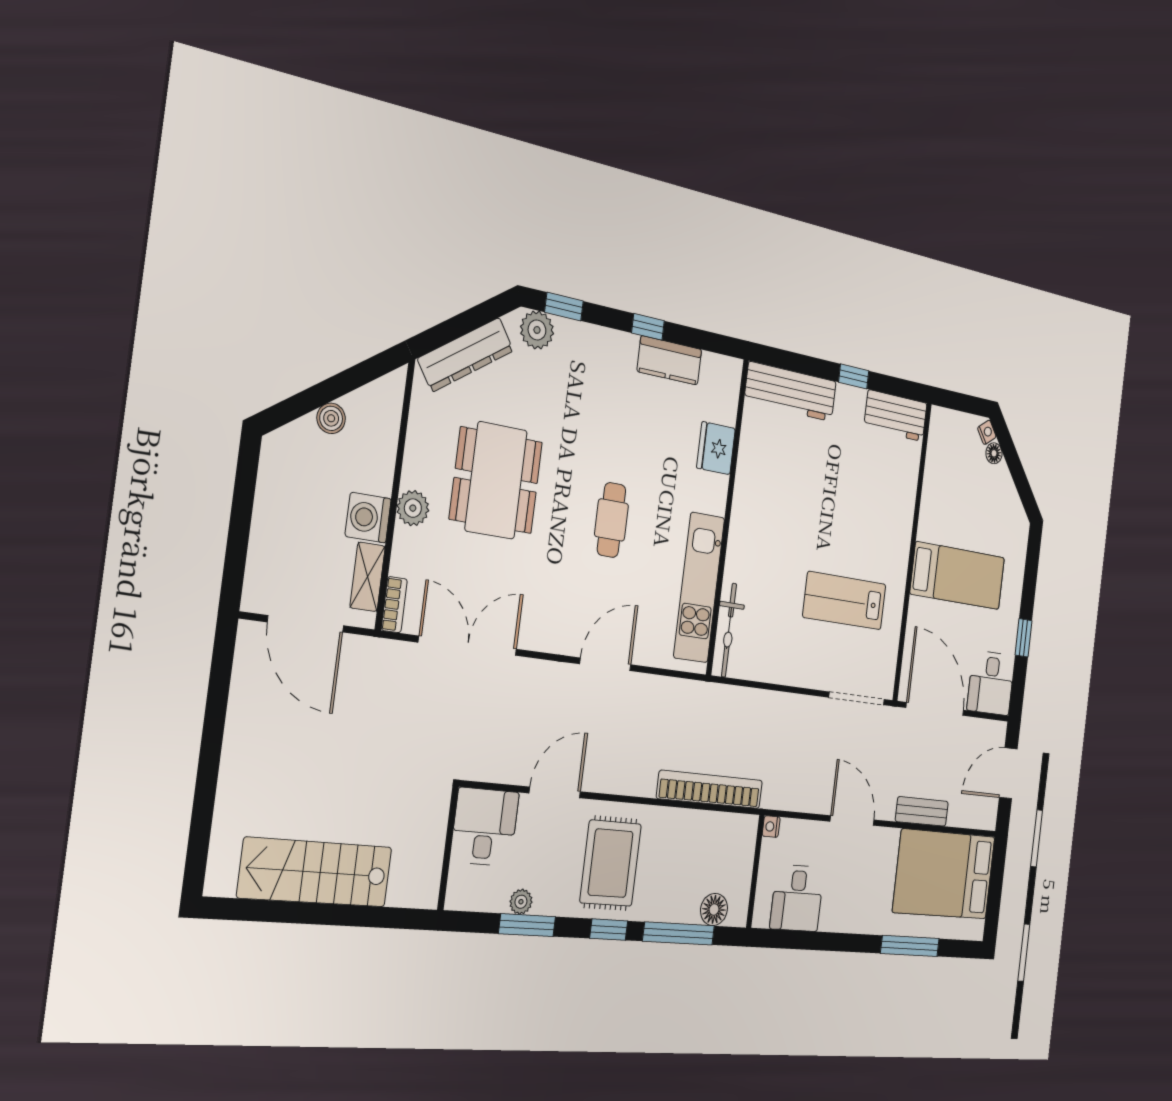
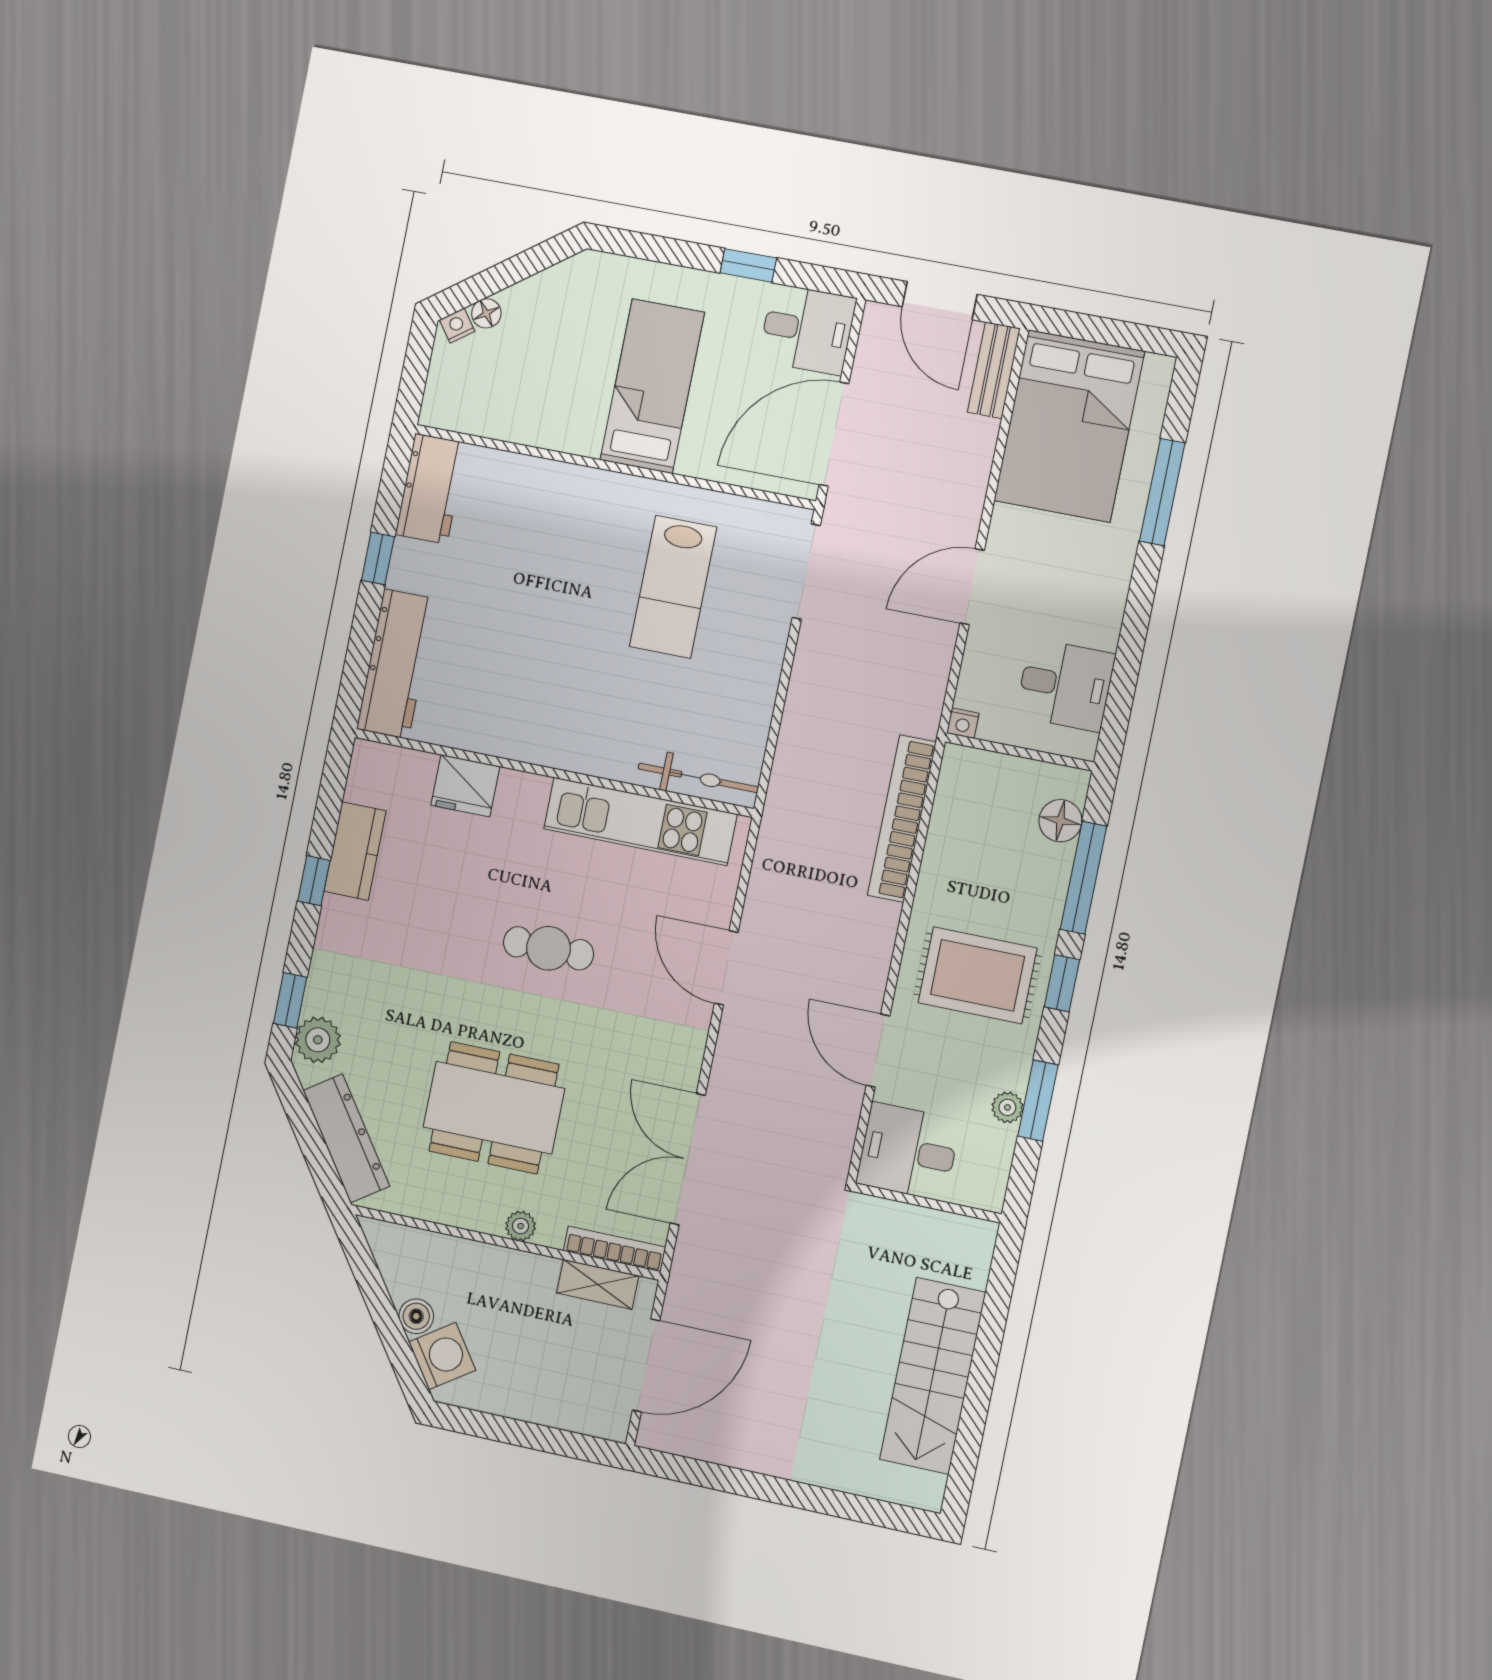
plant: (413, 508) -> (521, 1226), width x0.73, depth x0.73
washing machine: (368, 518) -> (442, 1356), moved, turned -125
bookcase: (394, 605) -> (615, 1249), width x1.56
bench: (922, 811) -> (994, 370), moved

